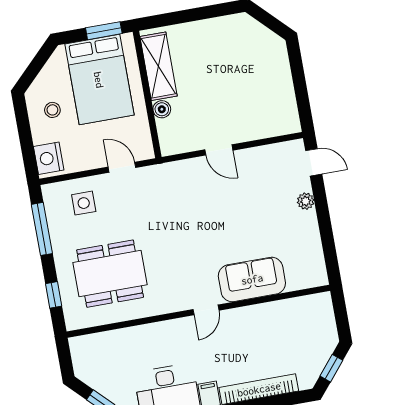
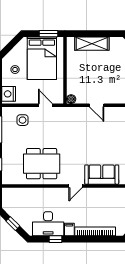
shelving: (159, 66) -> (92, 44), moved, turned 90
boiler: (162, 109) -> (71, 99), moved
dining table: (110, 274) -> (42, 164), moved

